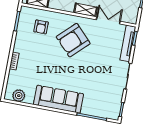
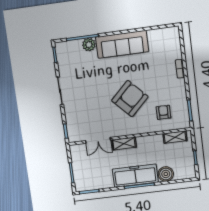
armchair: (73, 40) -> (130, 99), moved
tv unit: (128, 43) -> (71, 124), removed
plant: (19, 96) -> (89, 45), moved

